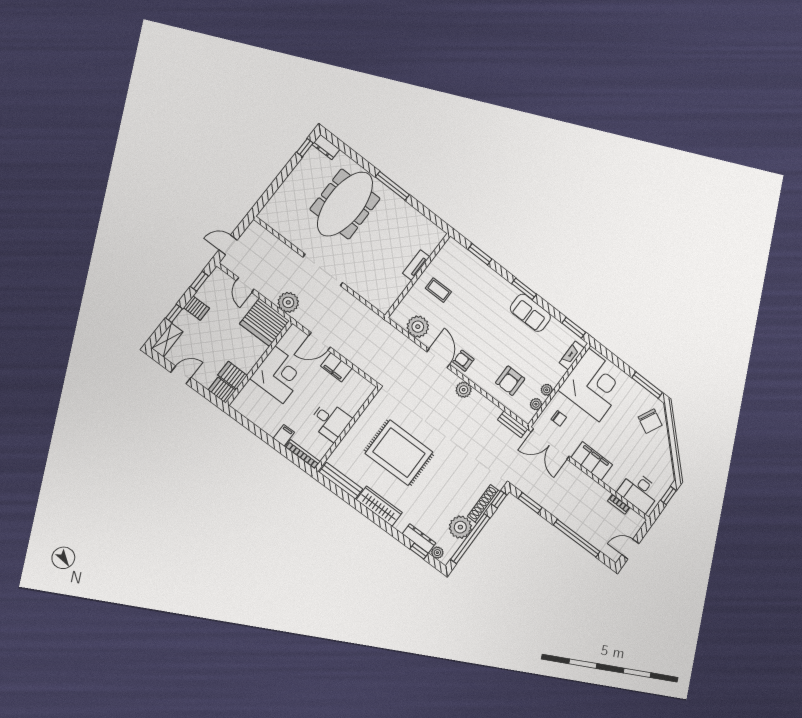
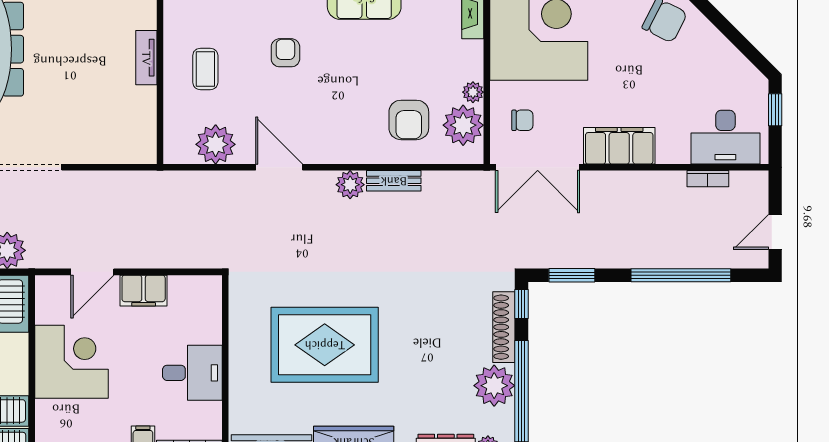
coffee table: (438, 290) -> (205, 69), turned 90
armchair: (463, 361) -> (285, 53), moved, turned 90
plant: (536, 404) -> (463, 125), width x1.87, depth x1.87
bench: (512, 424) -> (394, 181), moved

